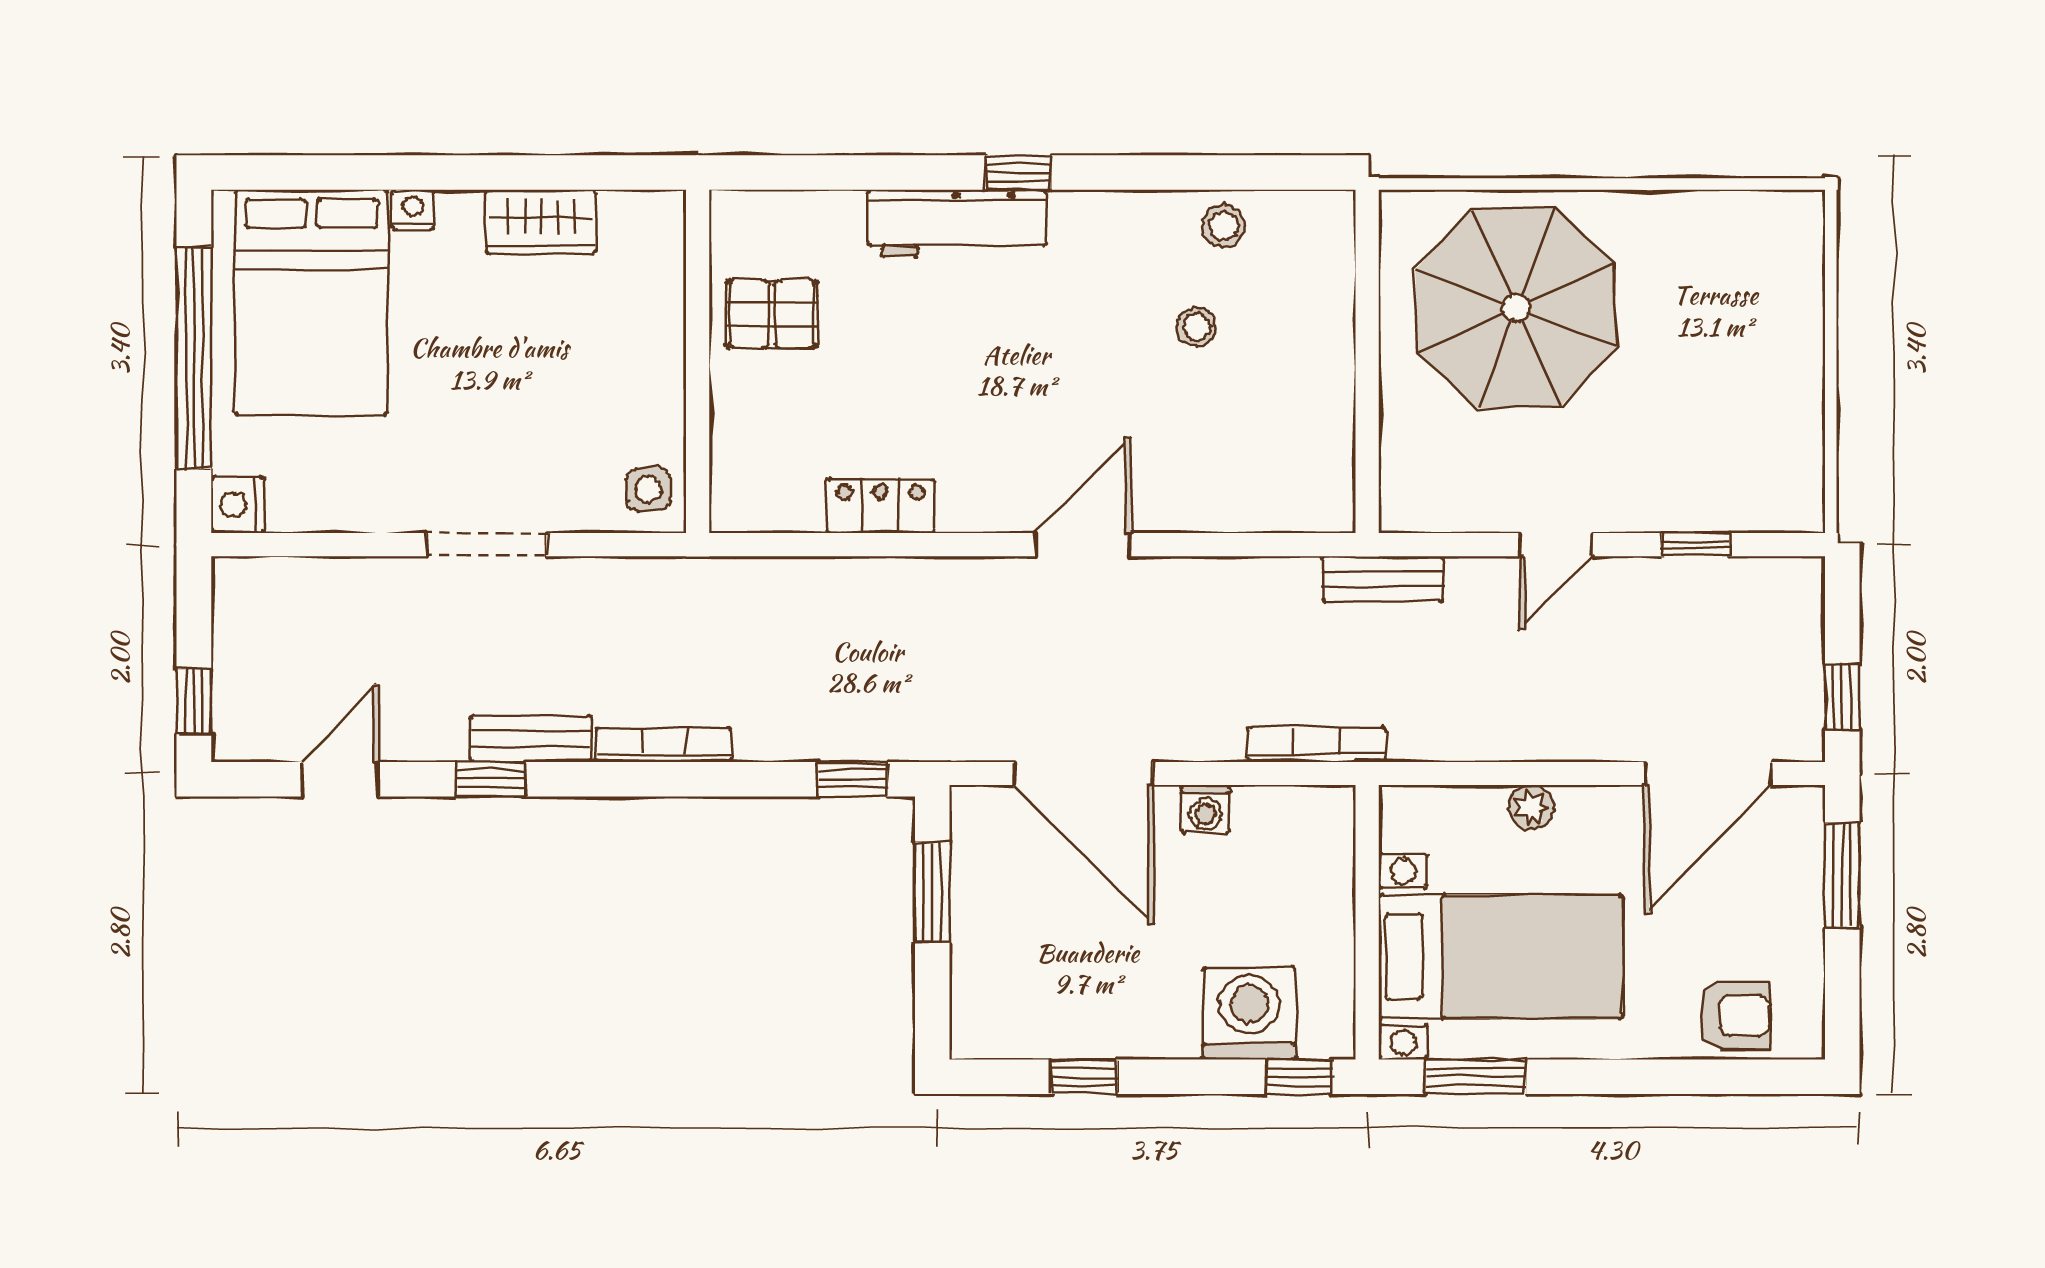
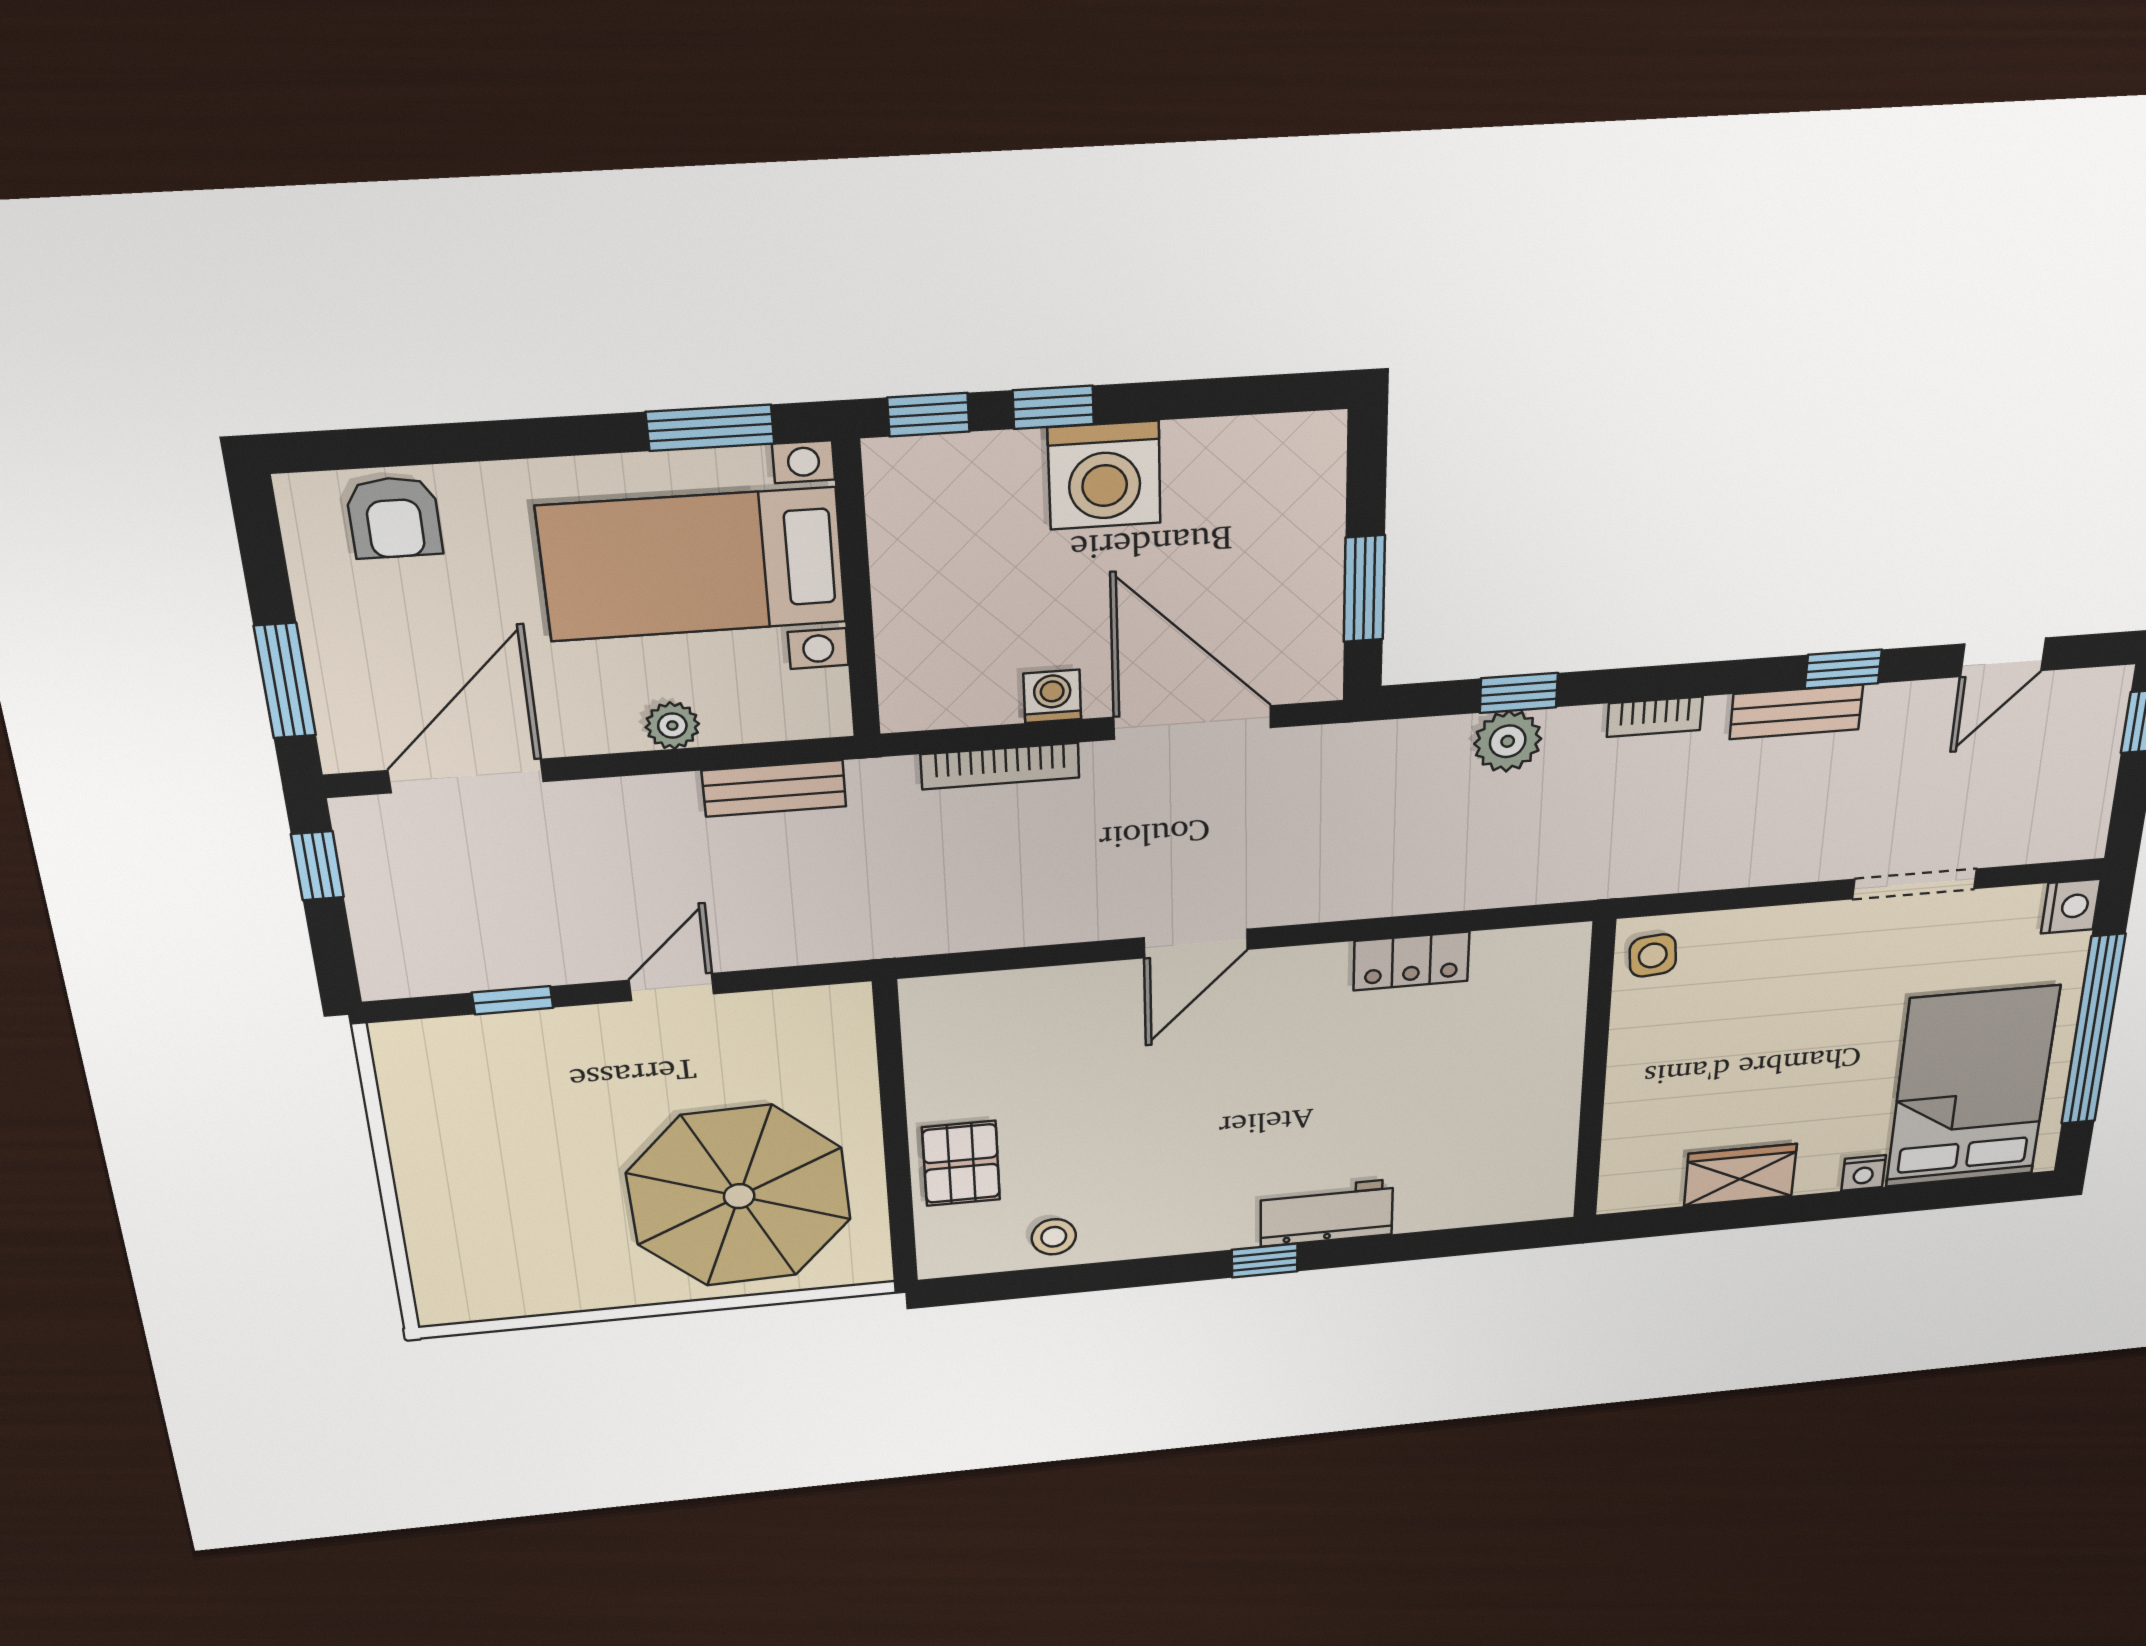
workbench: (957, 223) -> (1327, 1213), width x0.73
pallet: (772, 314) -> (961, 1163), moved, turned 90
stool: (1196, 327) -> (1079, 1149), removed
doorway: (486, 545) -> (1915, 884), moved
bench: (1382, 579) -> (774, 788), moved
plant: (798, 731) -> (1508, 741), added
bookcase: (1316, 744) -> (1000, 766), moved
bookcase: (664, 745) -> (1655, 717), width x0.64
window: (853, 779) -> (1519, 693), moved
washing machine: (1249, 1013) -> (1104, 475), moved
armchair: (1735, 1015) -> (394, 518), turned -90
window: (1084, 1077) -> (1053, 407), moved

